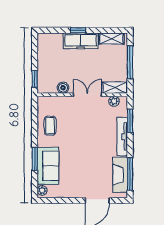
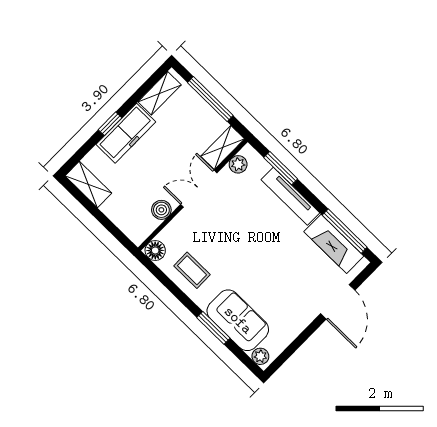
shelving: (43, 46) -> (88, 185), added
window: (35, 79) -> (117, 233), removed
floor lamp: (43, 102) -> (155, 250), added

